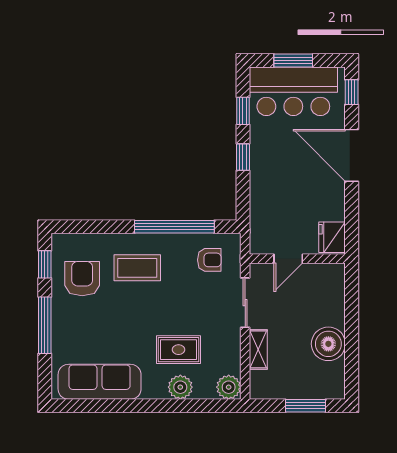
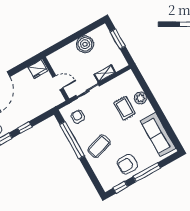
coffee table: (137, 268) -> (99, 146), turned 72
armchair: (82, 279) -> (127, 164), moved
plant: (229, 387) -> (129, 77), removed

